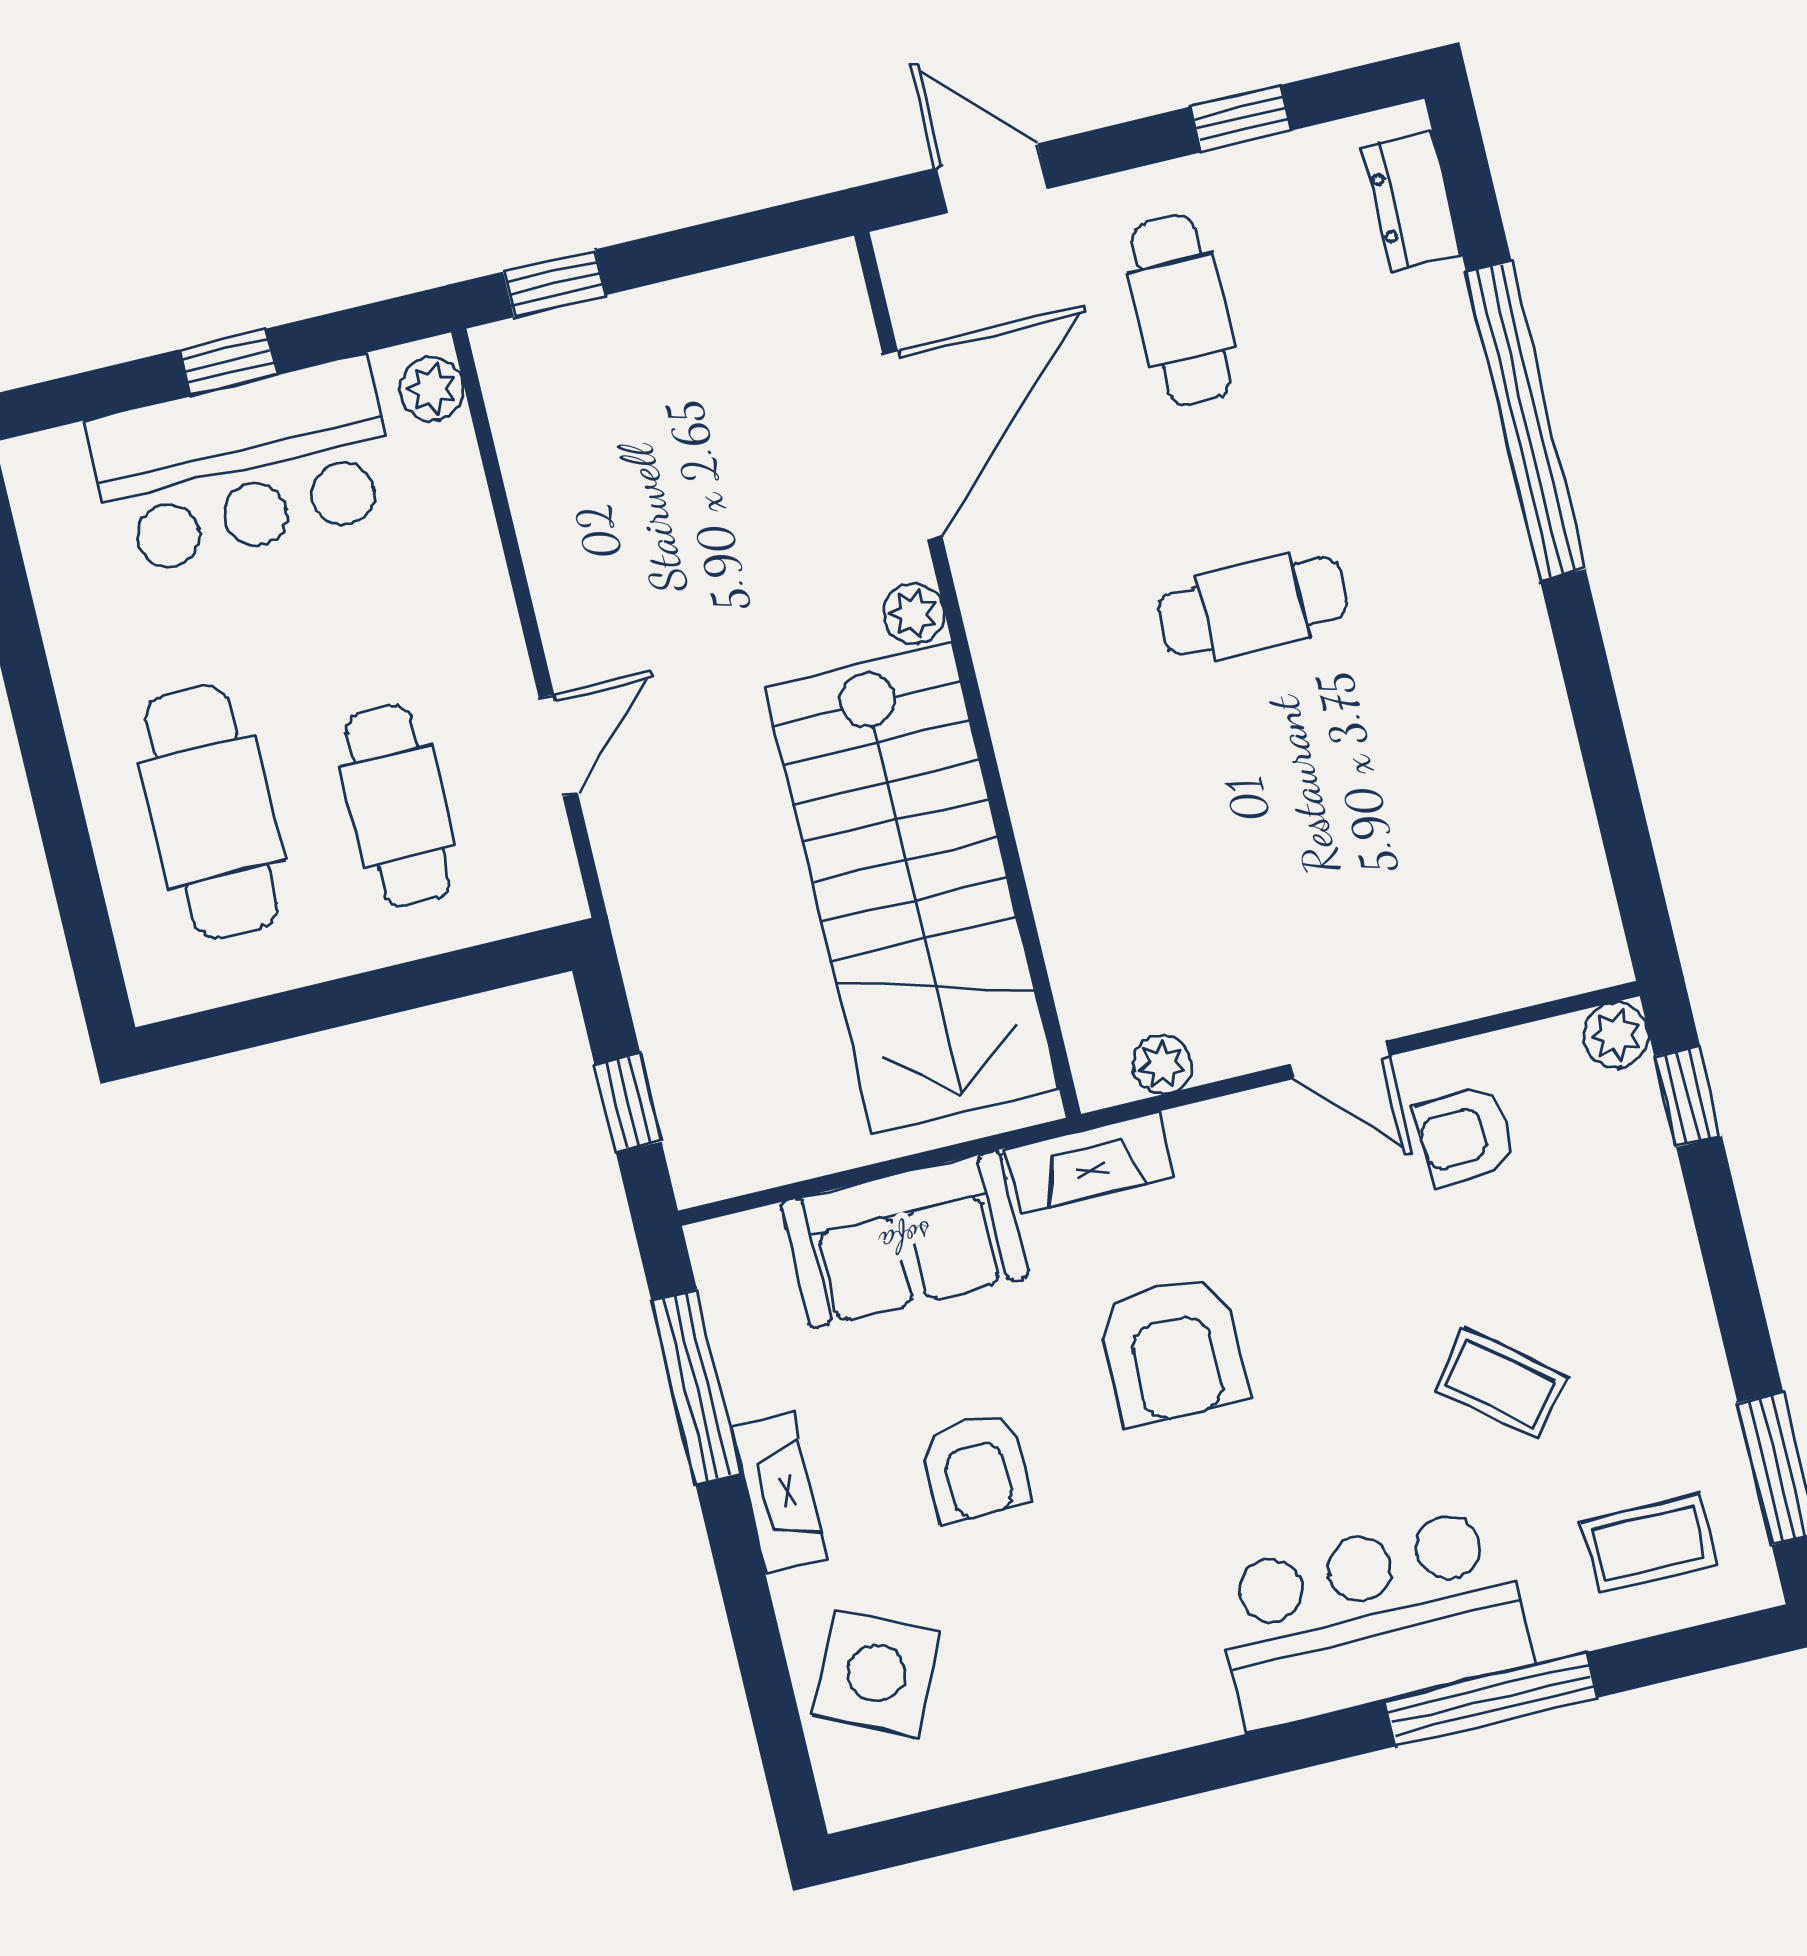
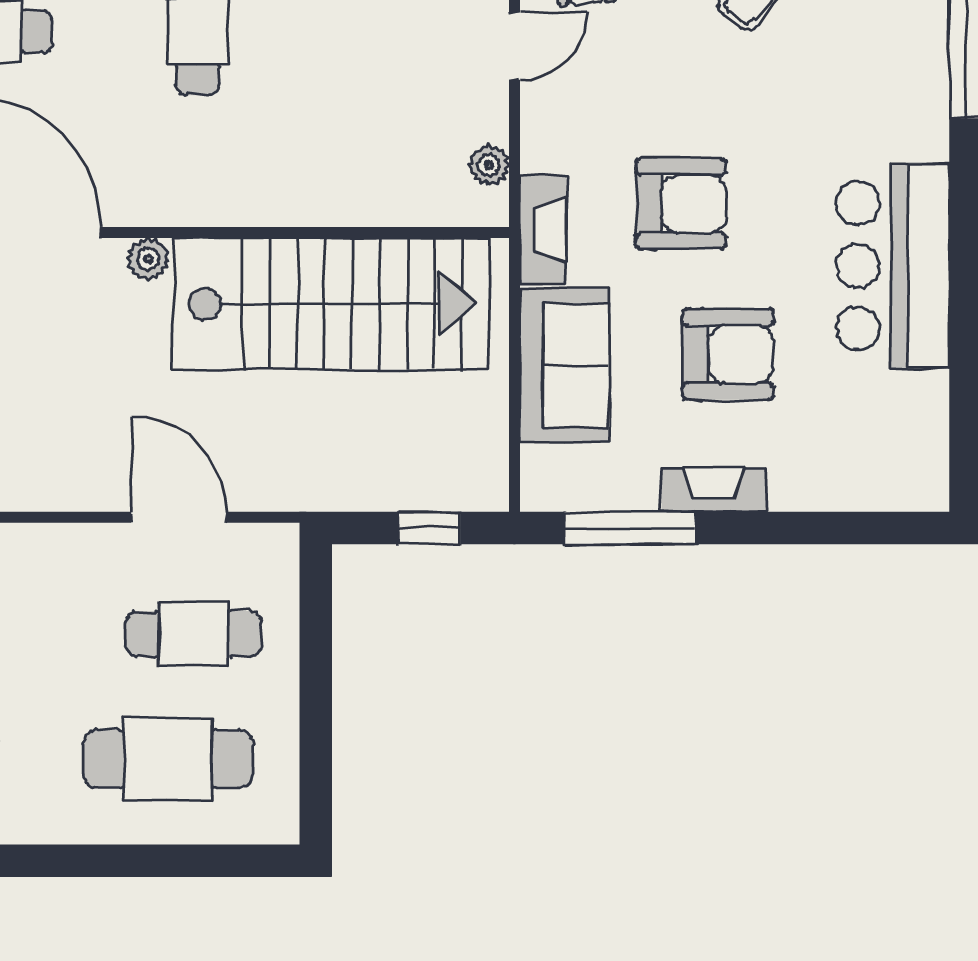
door: (558, 745) -> (179, 517), width x1.38
armchair: (976, 1467) -> (728, 354), width x1.38, depth x1.38
bar counter: (1372, 1619) -> (893, 266), moved
side table: (876, 1673) -> (849, 454), removed

